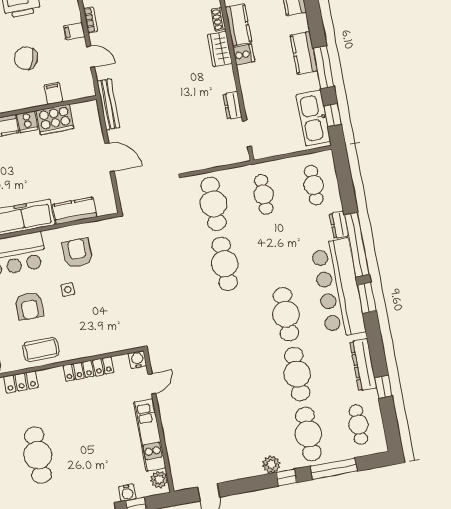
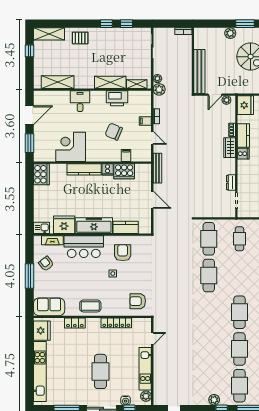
armchair: (29, 306) -> (138, 301), moved, turned 90
water cooler: (137, 360) -> (146, 323), removed
cafe table: (38, 455) -> (100, 371), moved

